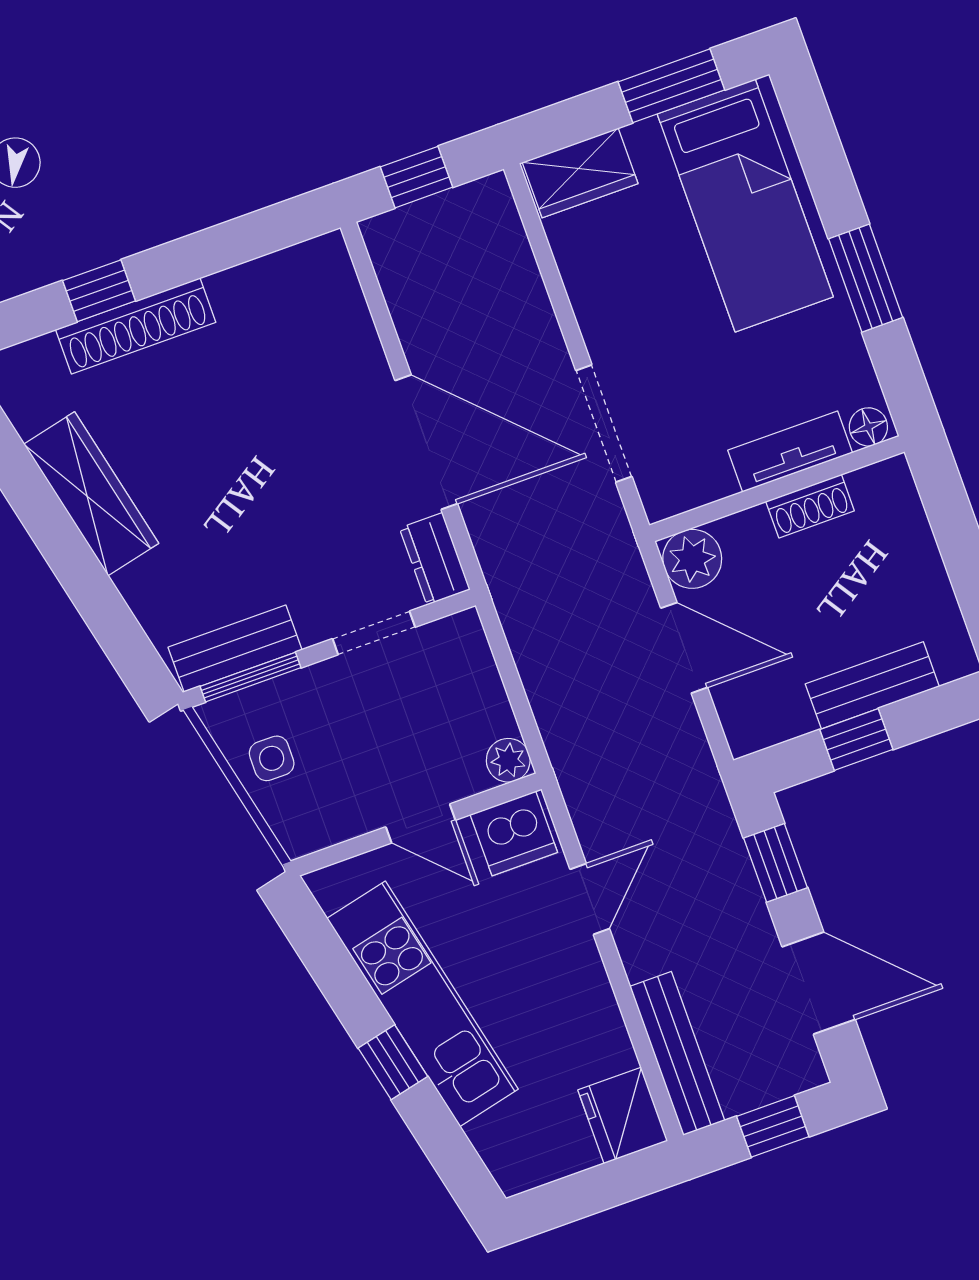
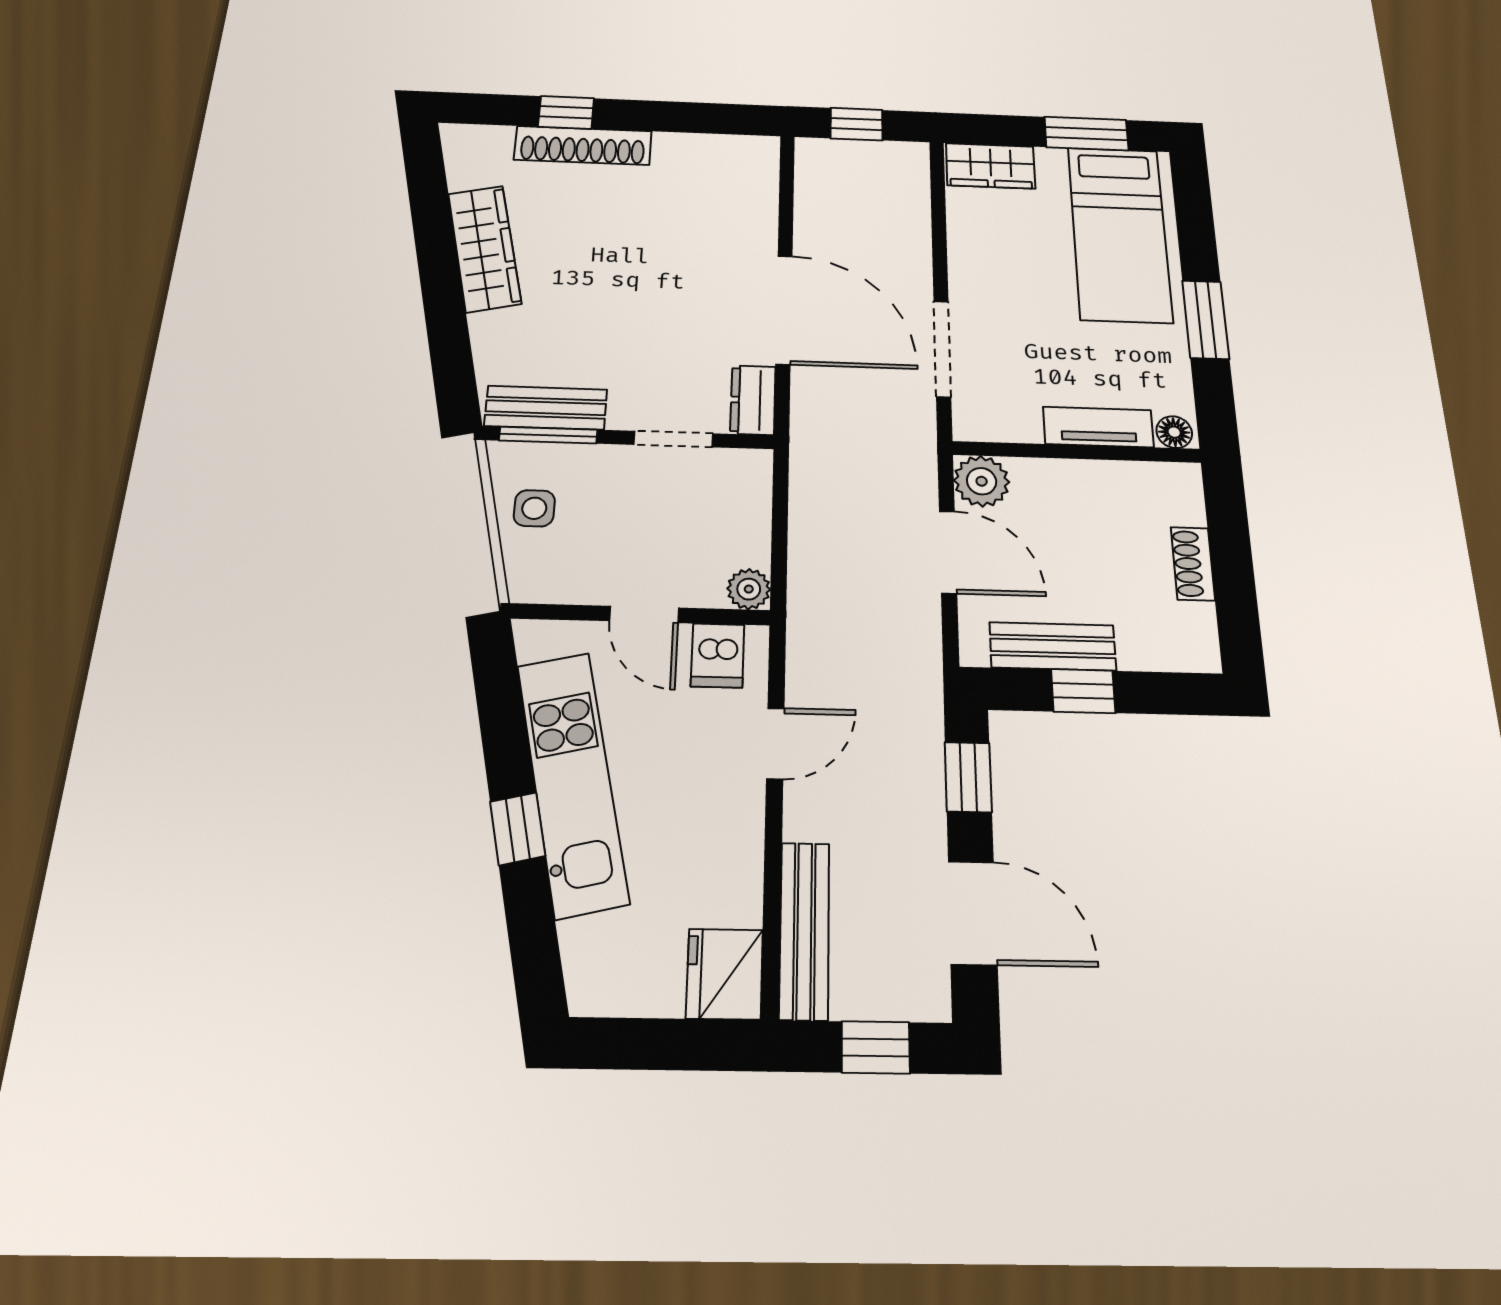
shoe rack: (810, 506) -> (1193, 564), moved, turned 90
bench: (872, 685) -> (1053, 646), moved
dishwasher: (514, 833) -> (718, 655), width x0.73

